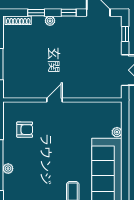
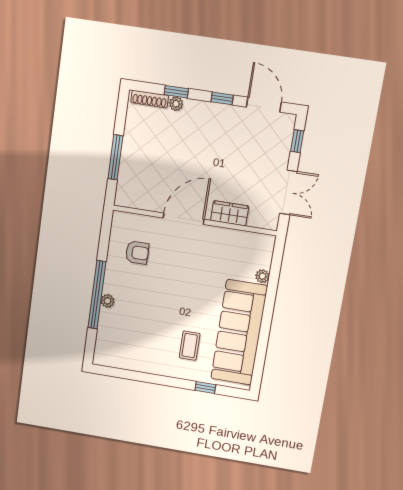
plant: (50, 21) -> (176, 104), moved
wardrobe: (86, 91) -> (230, 213), added
door: (54, 100) -> (184, 219), width x1.88

